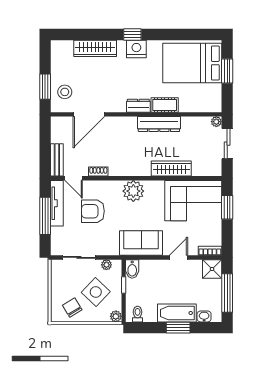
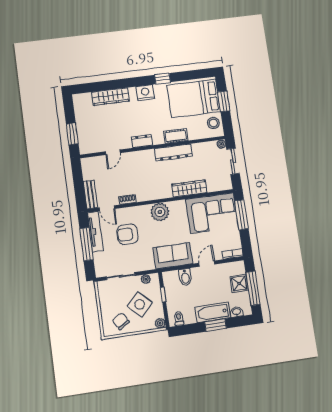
window: (132, 35) -> (163, 79), moved
stool: (65, 92) -> (213, 123), moved
dresser: (138, 106) -> (142, 141), moved
door: (89, 114) -> (113, 152), width x0.53
window: (227, 207) -> (241, 215), width x1.44
bidet: (132, 269) -> (185, 277), moved
shower: (212, 269) -> (239, 283), moved

